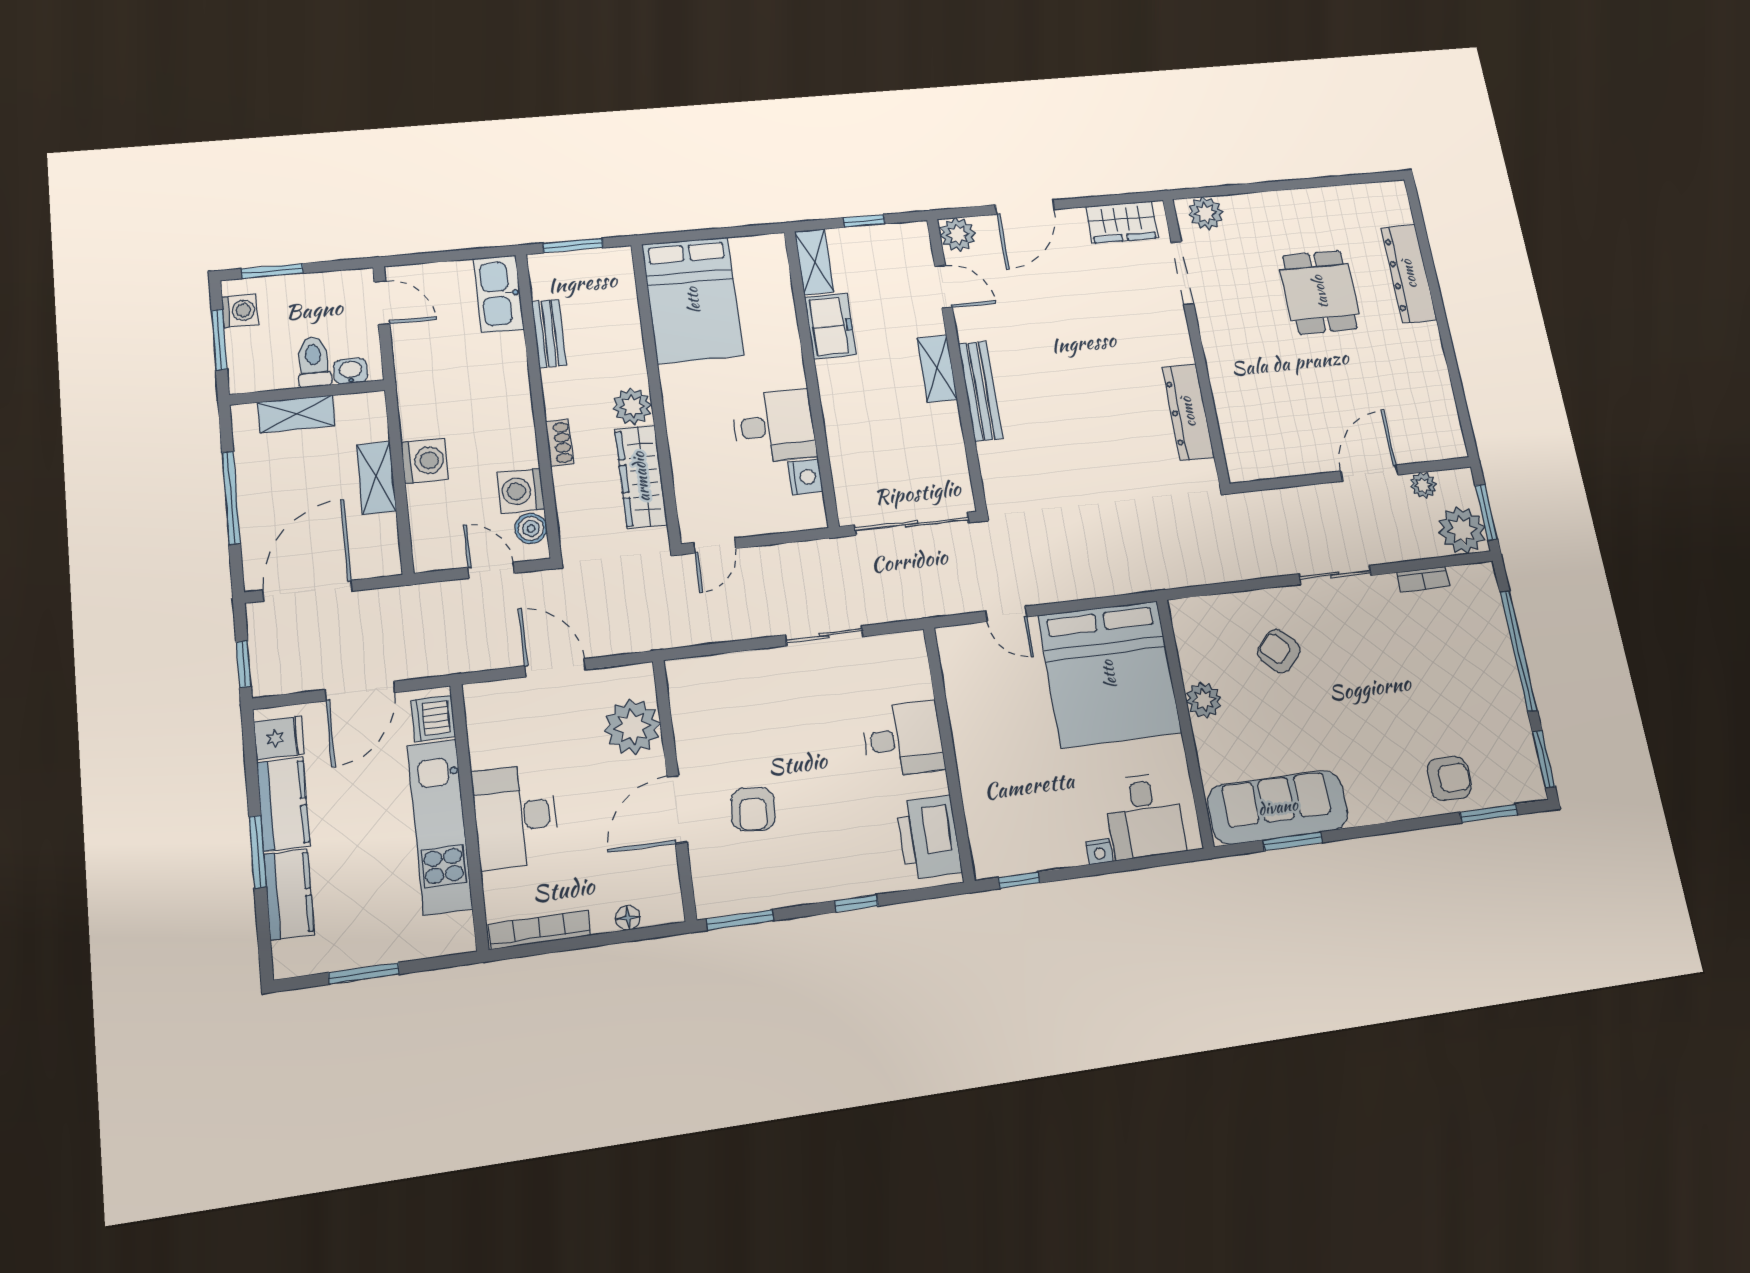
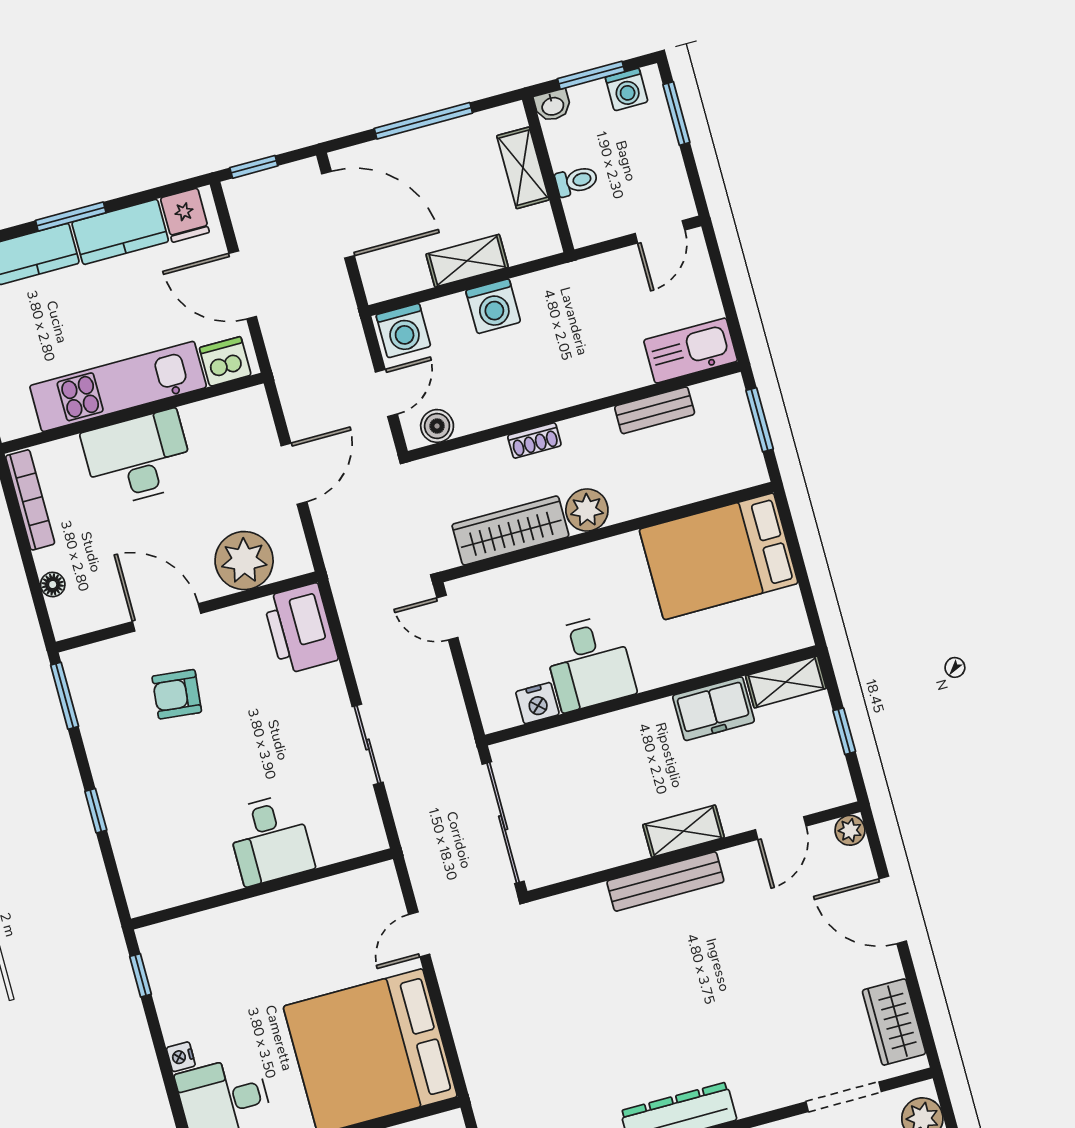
plant: (958, 235) -> (850, 830), width x0.73, depth x0.73
toilet: (314, 362) -> (576, 181), width x0.73, depth x0.72
washbasin: (351, 371) -> (553, 106), moved, turned 90
washing machine: (521, 491) -> (403, 331), moved, turned 180
printer: (929, 837) -> (300, 629), moved, turned -90

